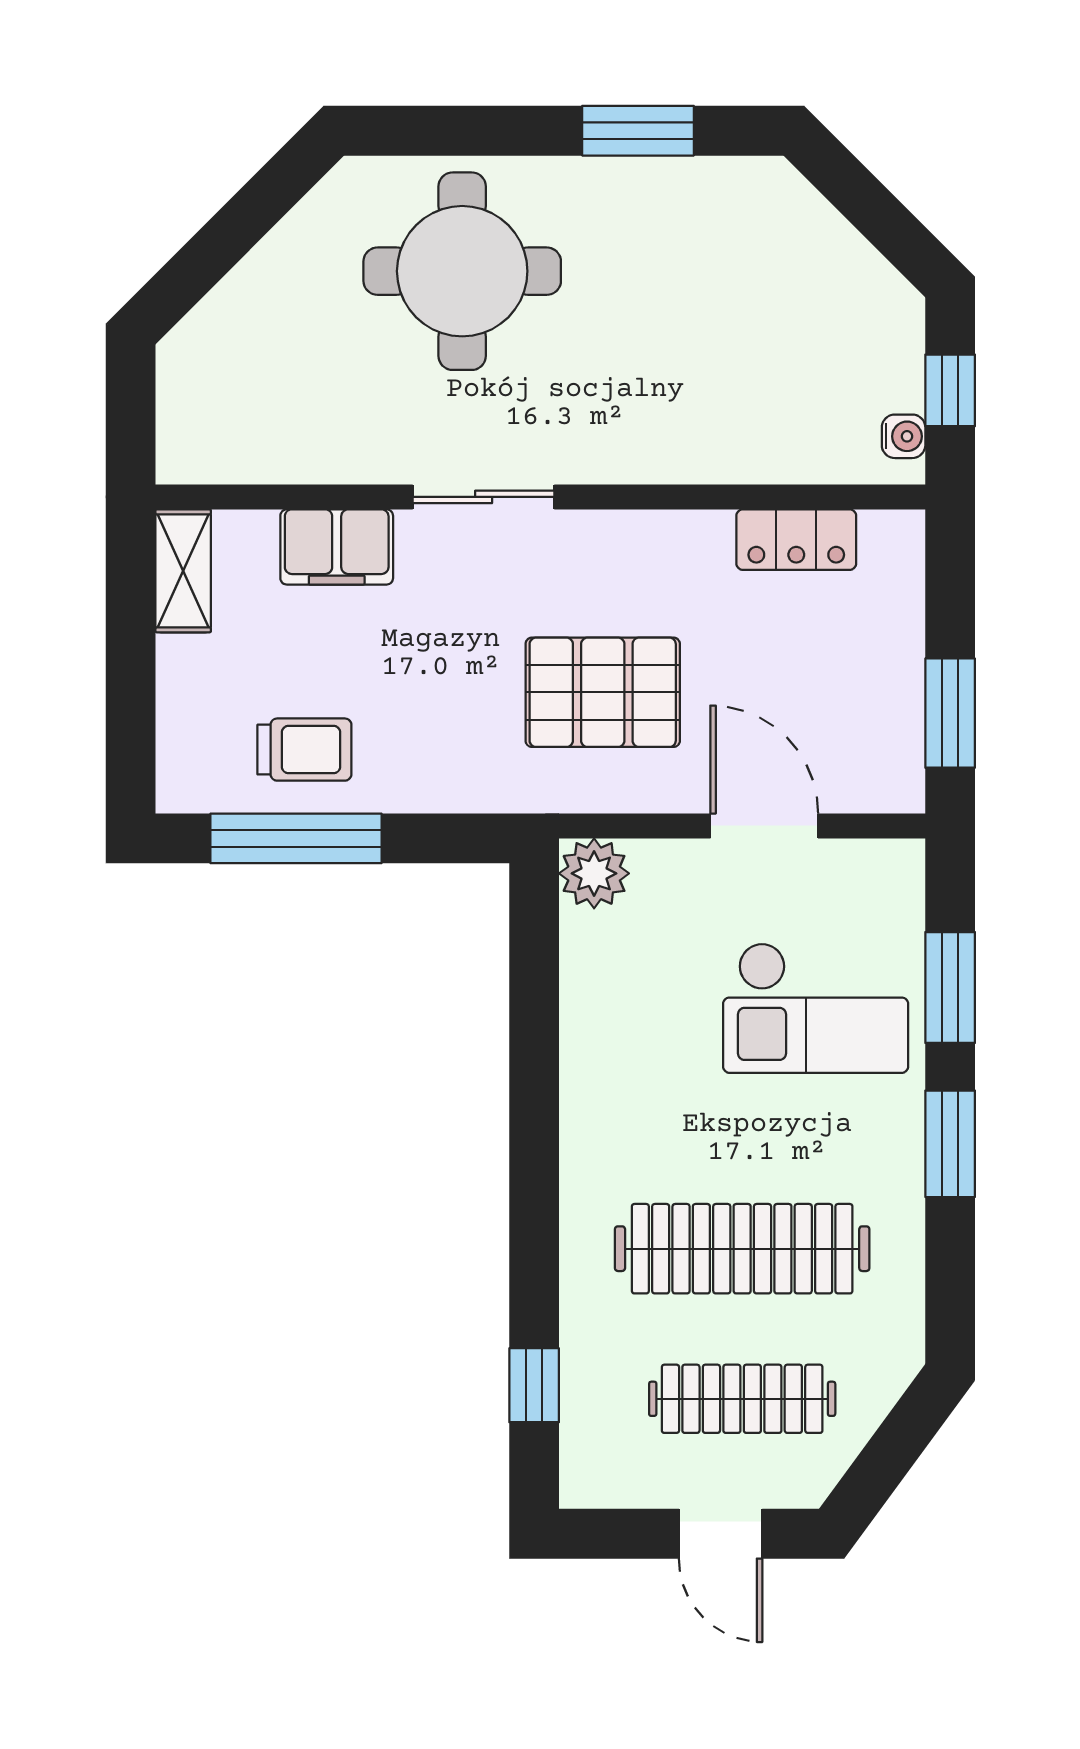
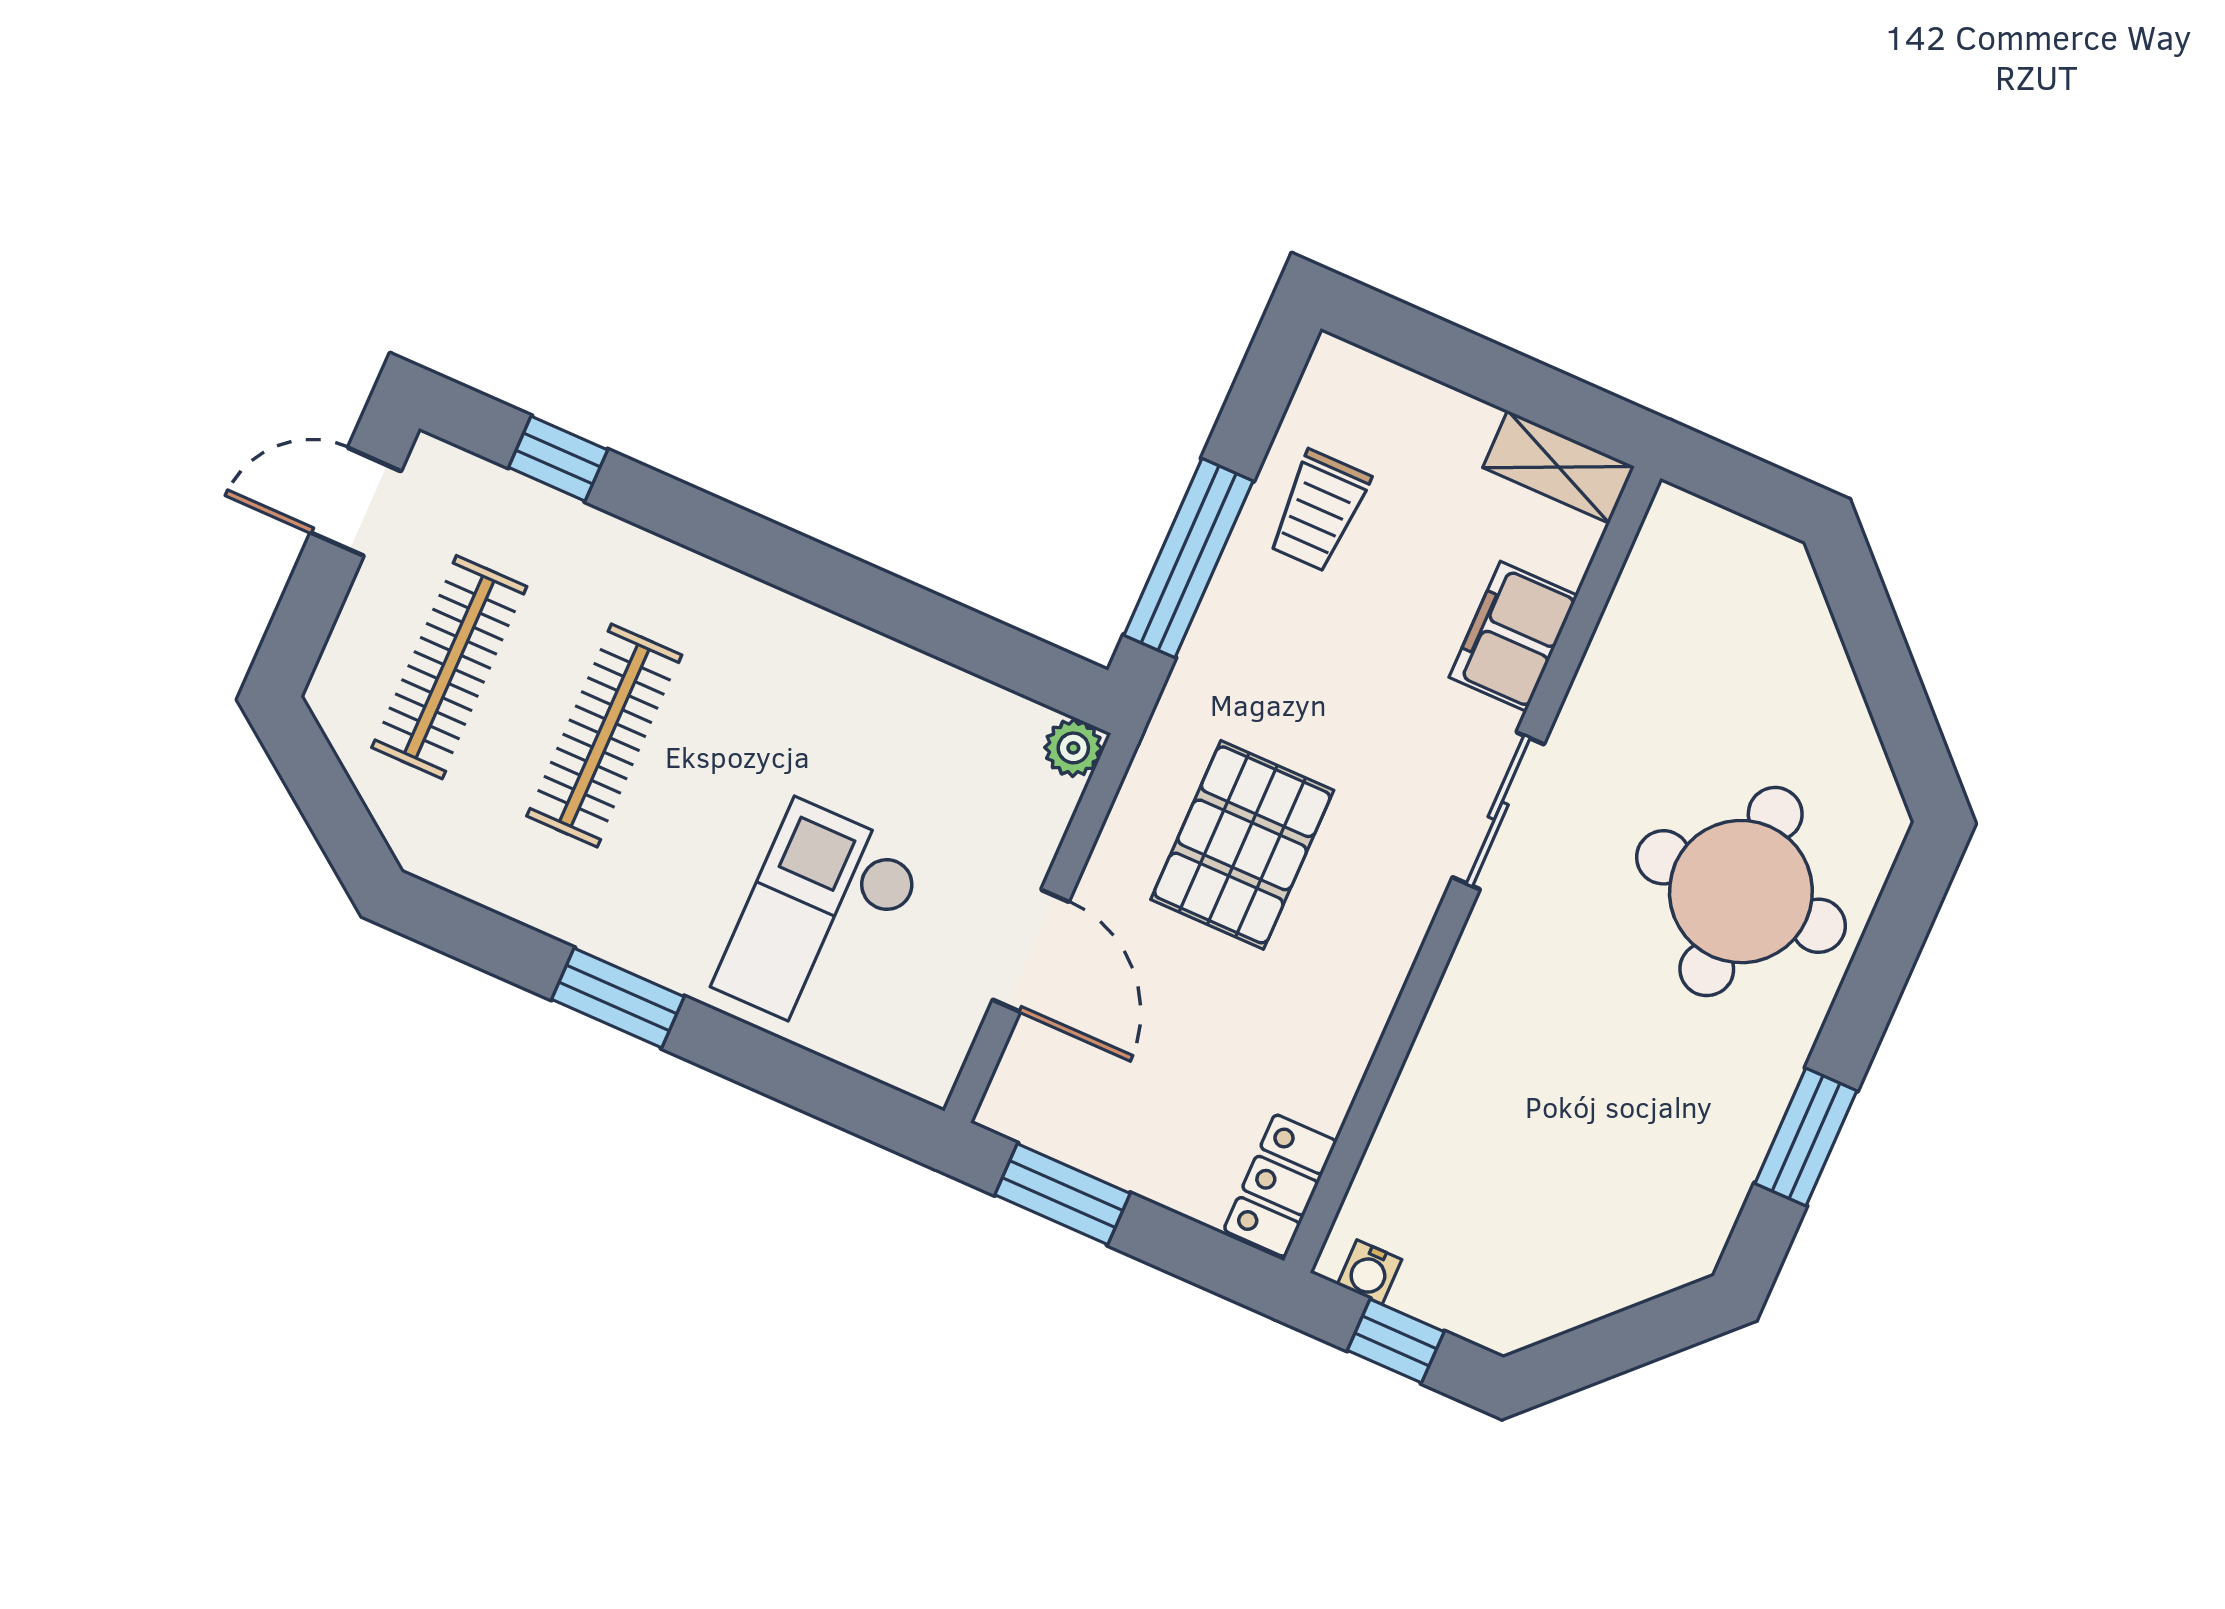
locker: (796, 540) -> (1280, 1186), moved
door: (764, 826) -> (1031, 951), hinge flipped
window: (296, 838) -> (1189, 558), moved
plant: (594, 873) -> (1073, 748), width x0.73, depth x0.73
window: (950, 987) -> (779, 1069), removed
clothes rail: (742, 1249) -> (604, 735), width x0.73, depth x0.76
door: (721, 1534) -> (356, 502), moved

